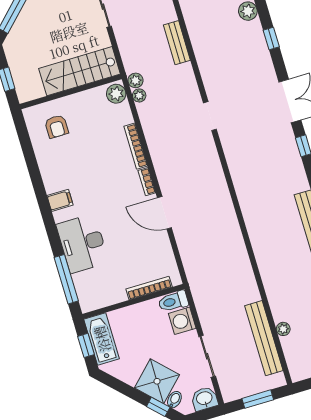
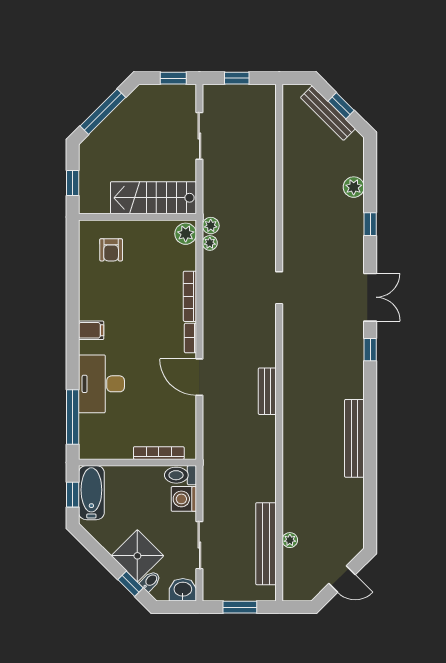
bench: (177, 43) -> (267, 391), moved

